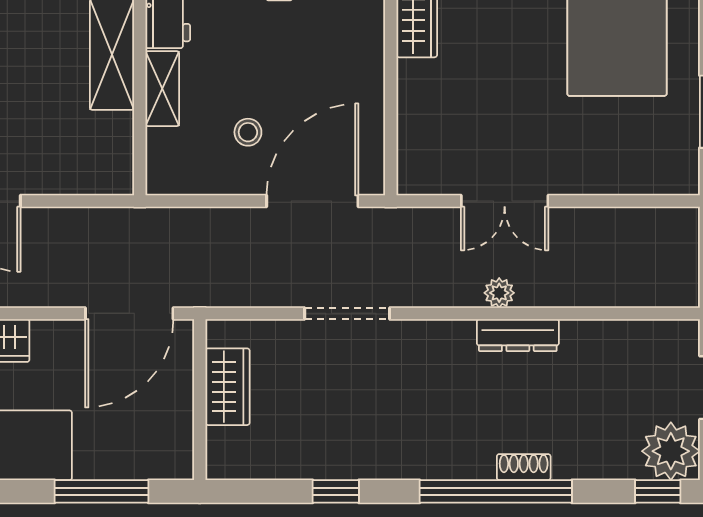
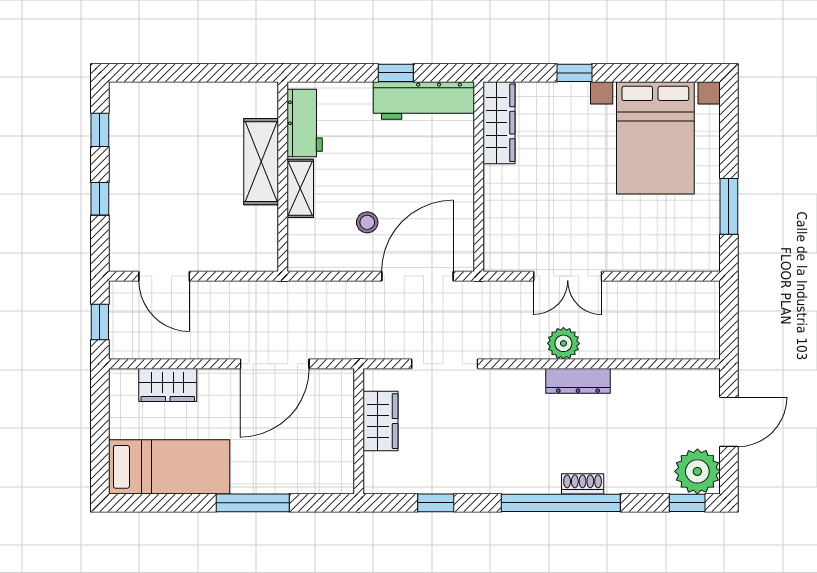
plant: (499, 293) -> (563, 343), width x1.38, depth x1.38
wardrobe: (228, 387) -> (381, 421), moved
wall: (200, 400) -> (359, 431), moved

